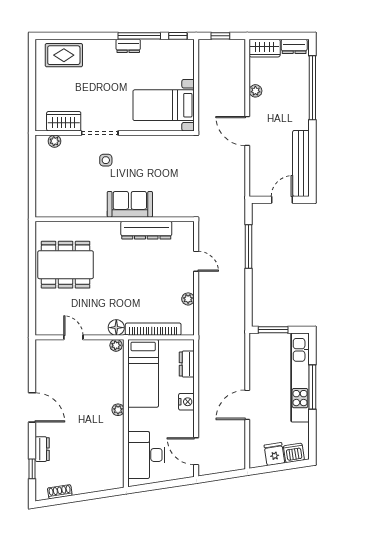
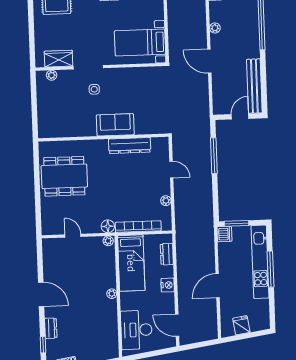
dishwasher: (294, 453) -> (224, 234), moved, turned 99

